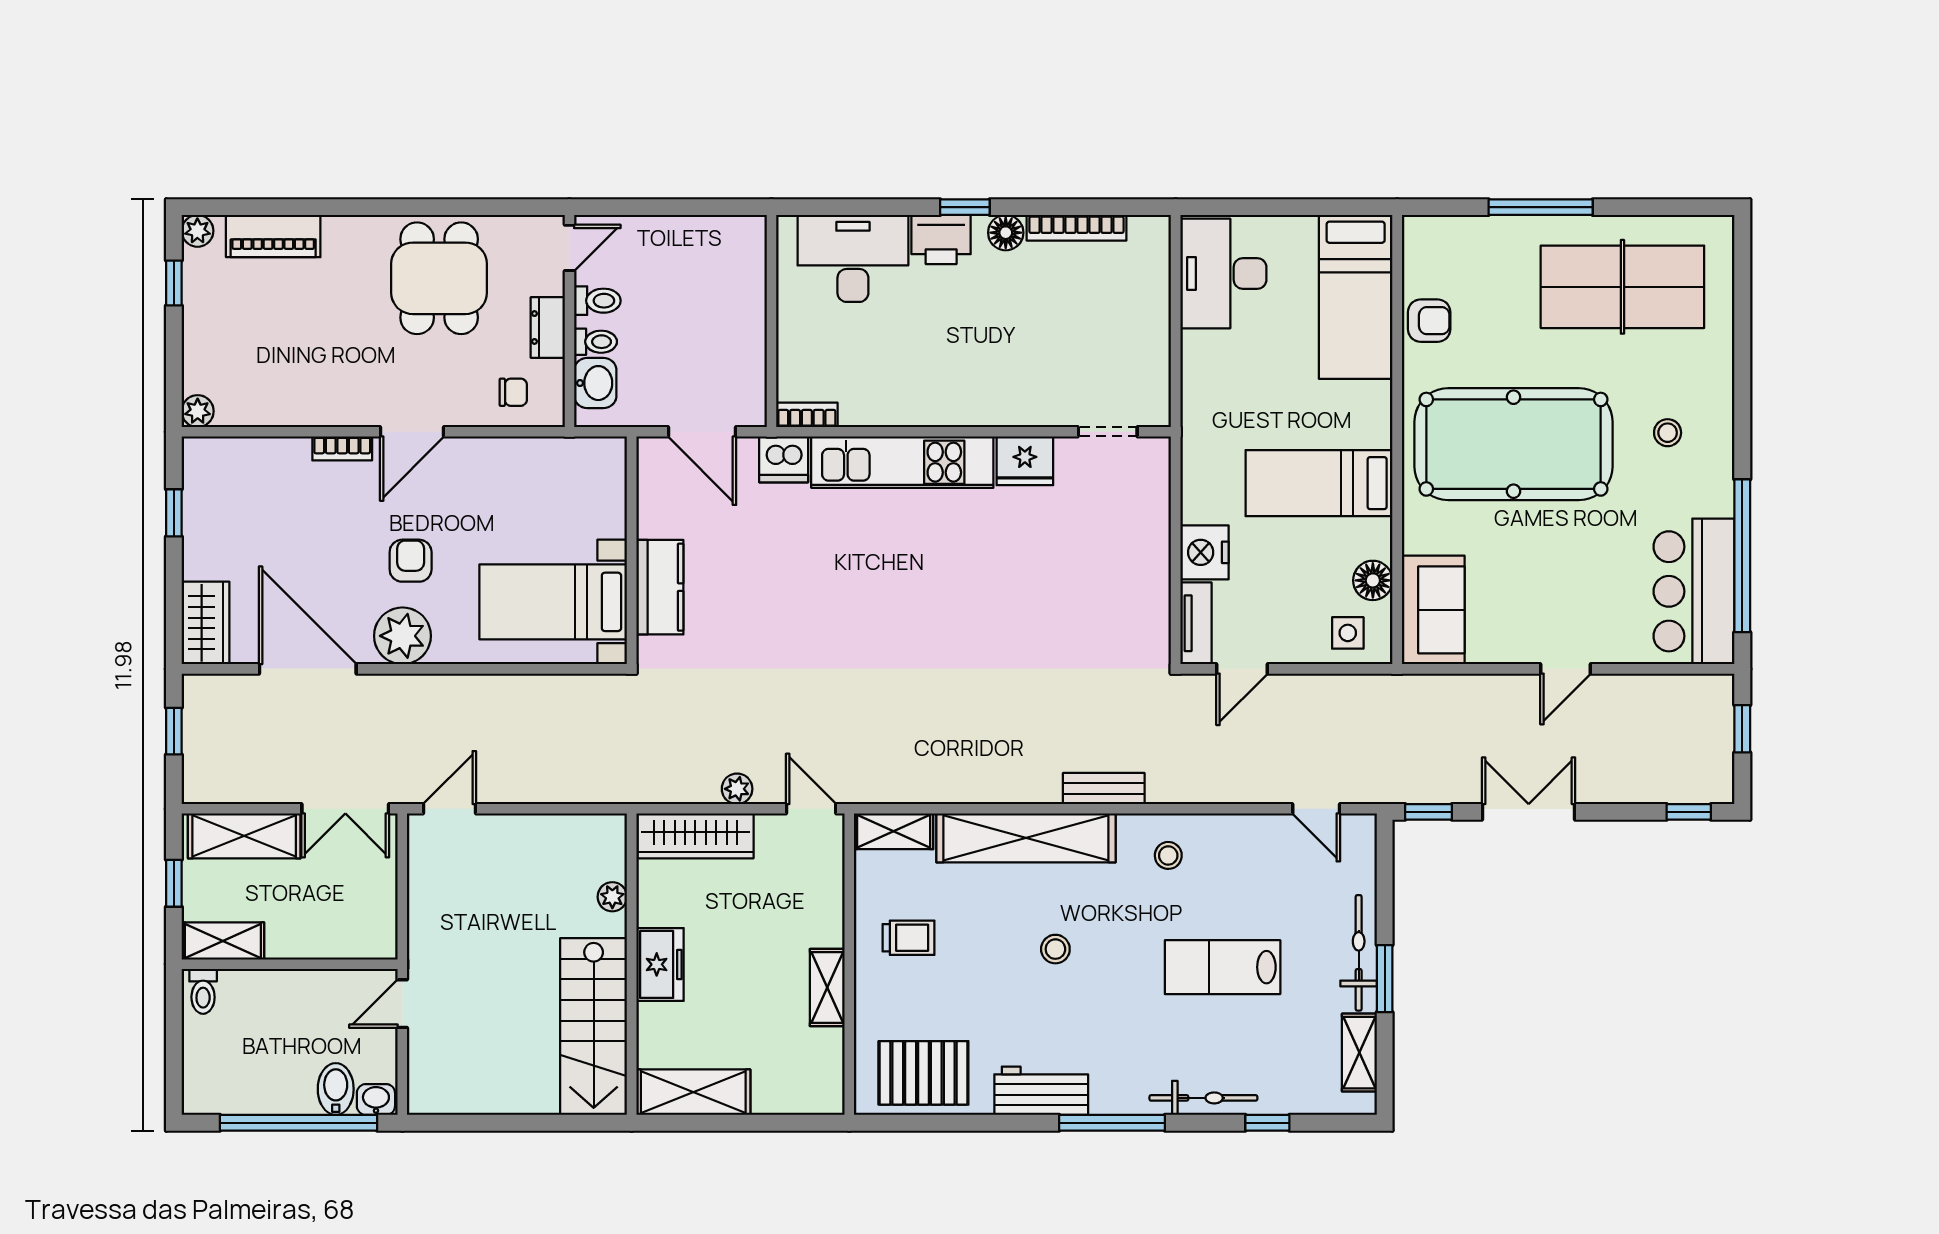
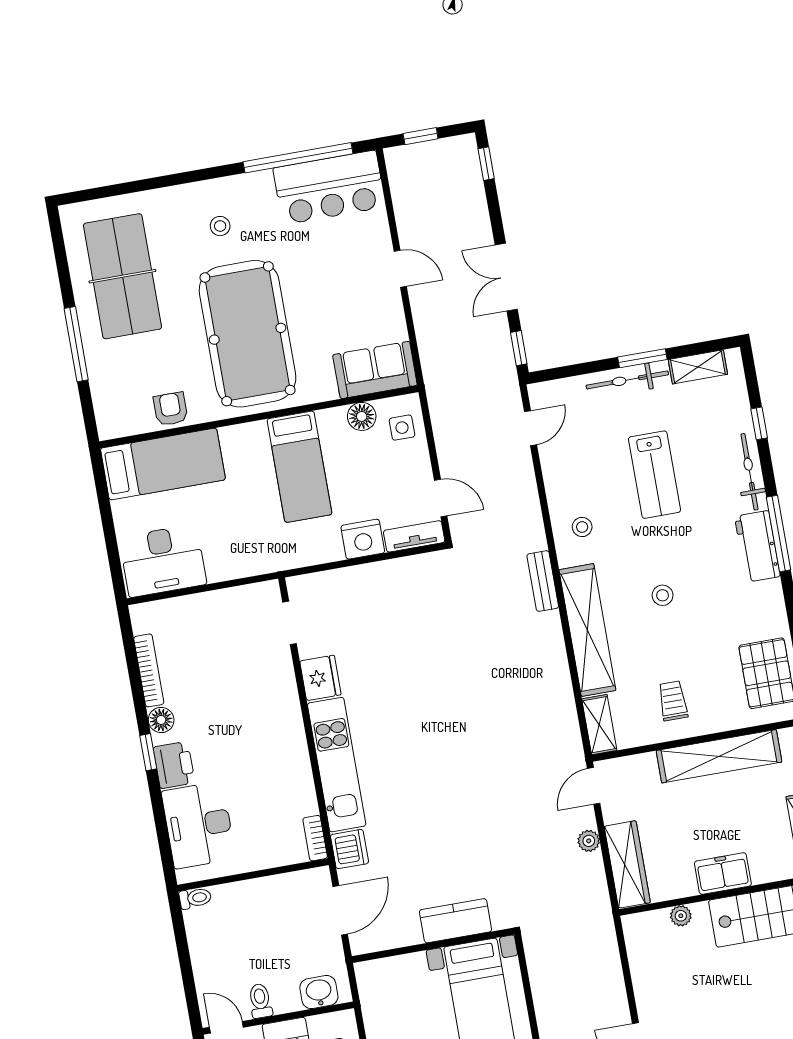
toilet: (596, 342) -> (195, 898), moved, turned 90
shelving: (827, 988) -> (719, 756), width x2.20, depth x1.33
workbench: (1041, 1091) -> (757, 546), moved

